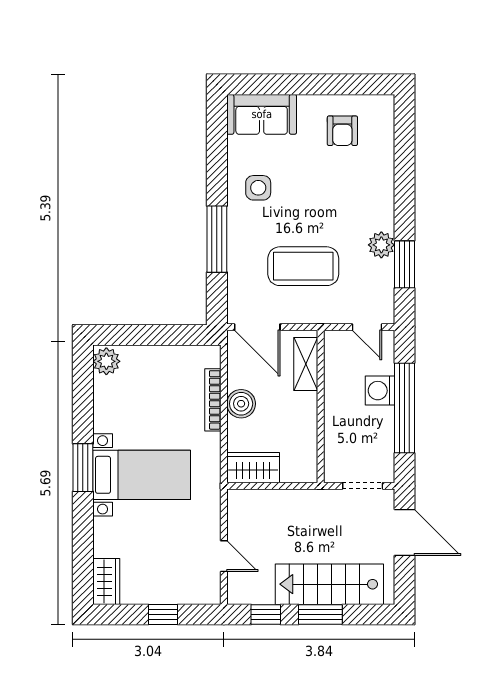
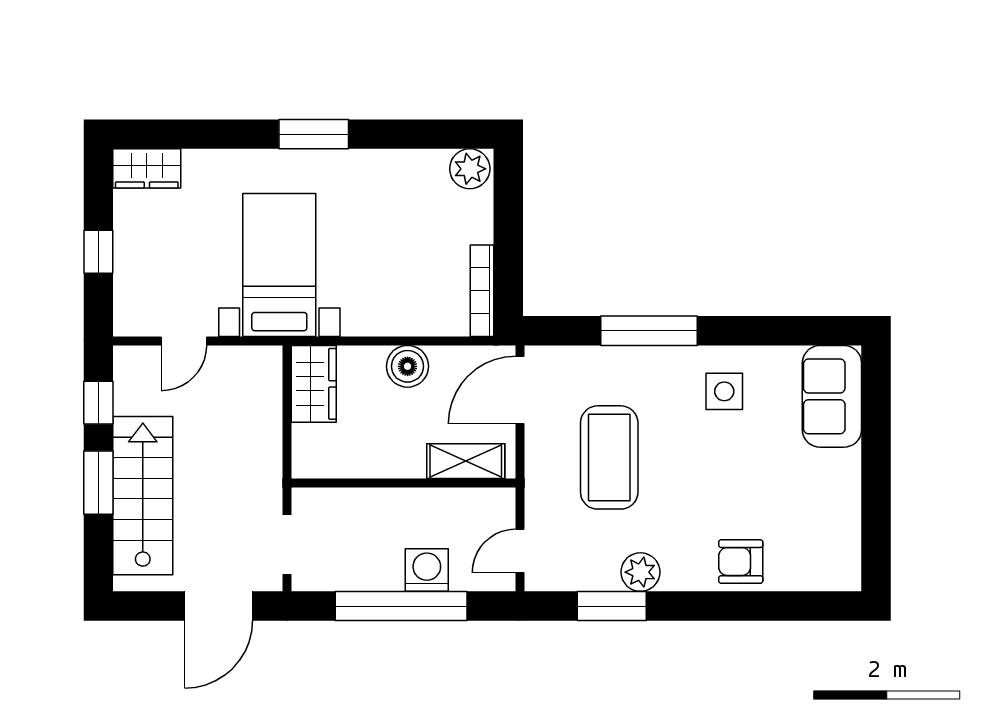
armchair: (342, 131) -> (741, 562), moved
bookcase: (213, 400) -> (482, 291), moved, turned -90
bed with nightstands: (142, 475) -> (279, 265), moved, turned 180

